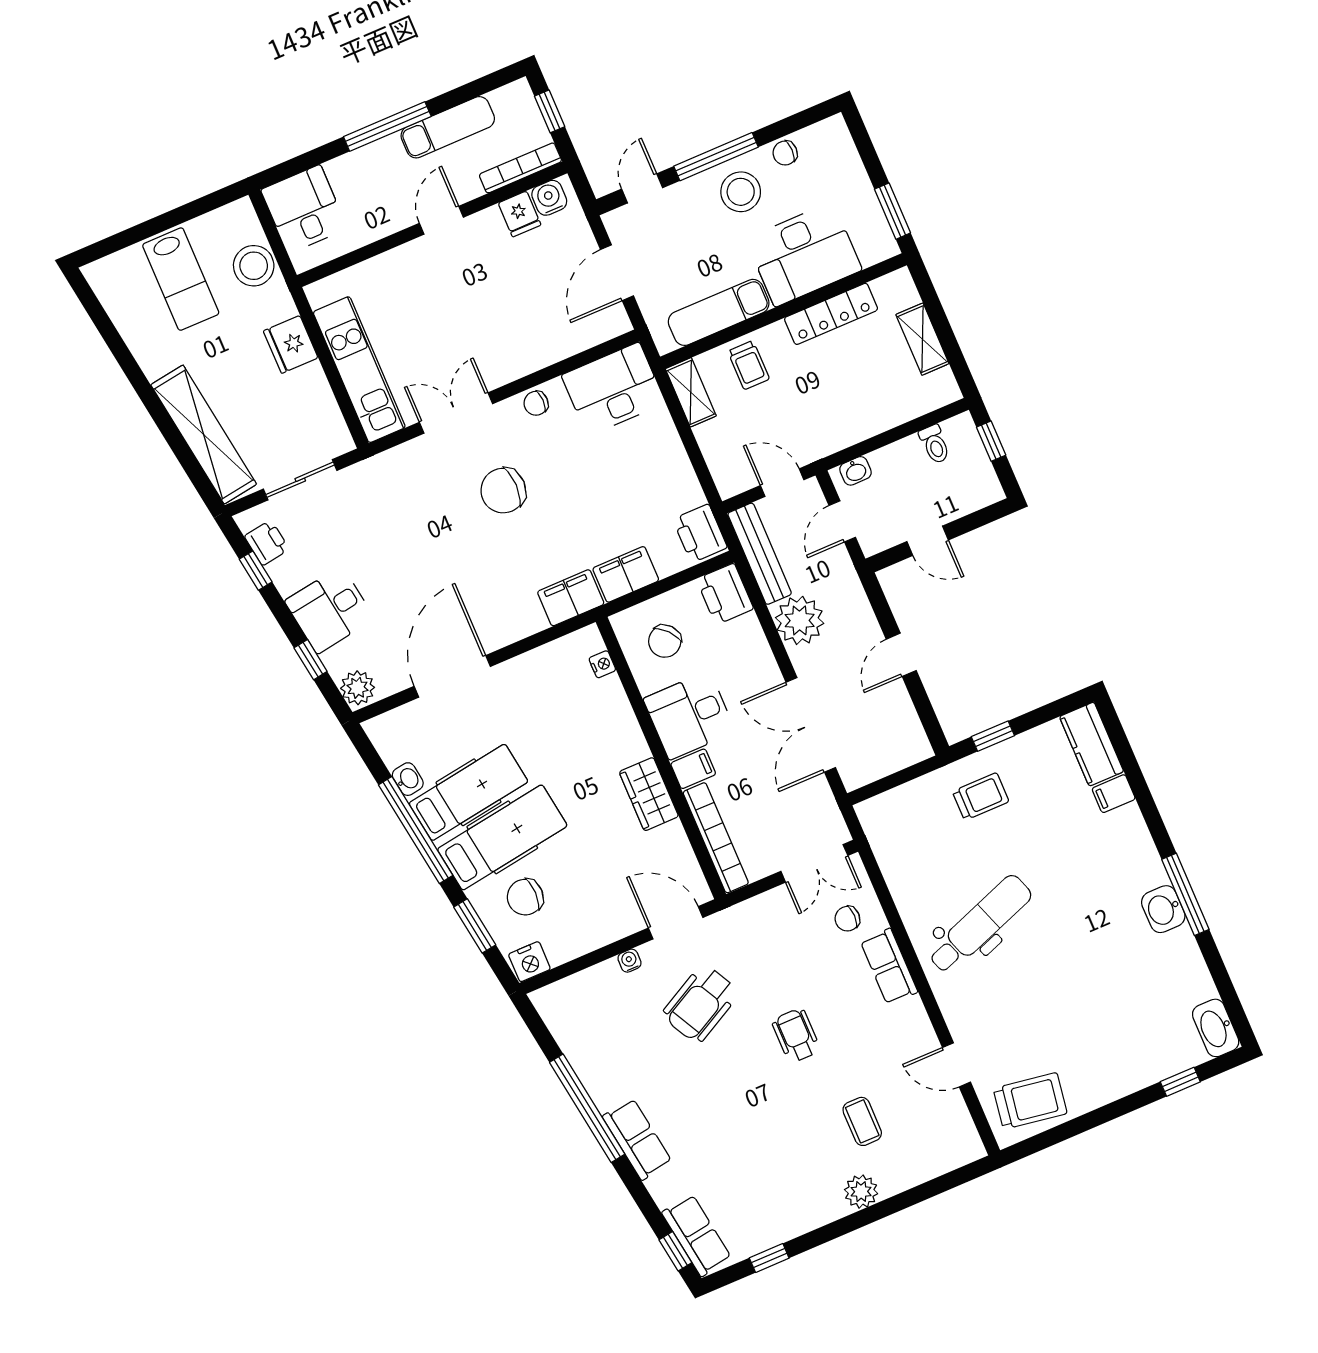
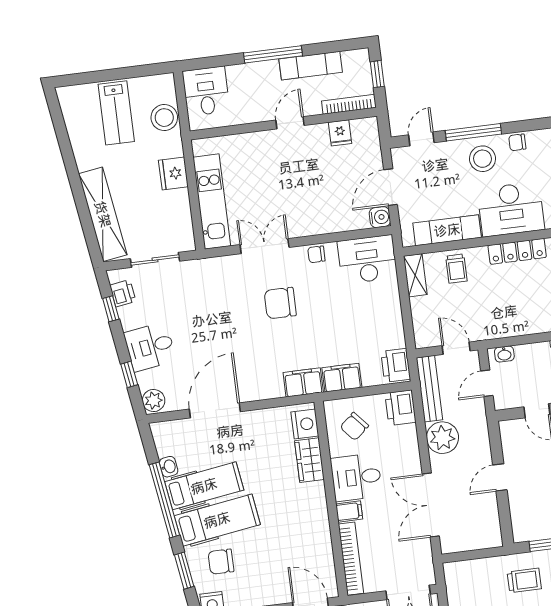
water cooler: (549, 198) -> (380, 217), moved, turned 90
nightstand: (602, 664) -> (305, 424), width x1.89, depth x1.79
wardrobe: (649, 794) -> (309, 460), moved

